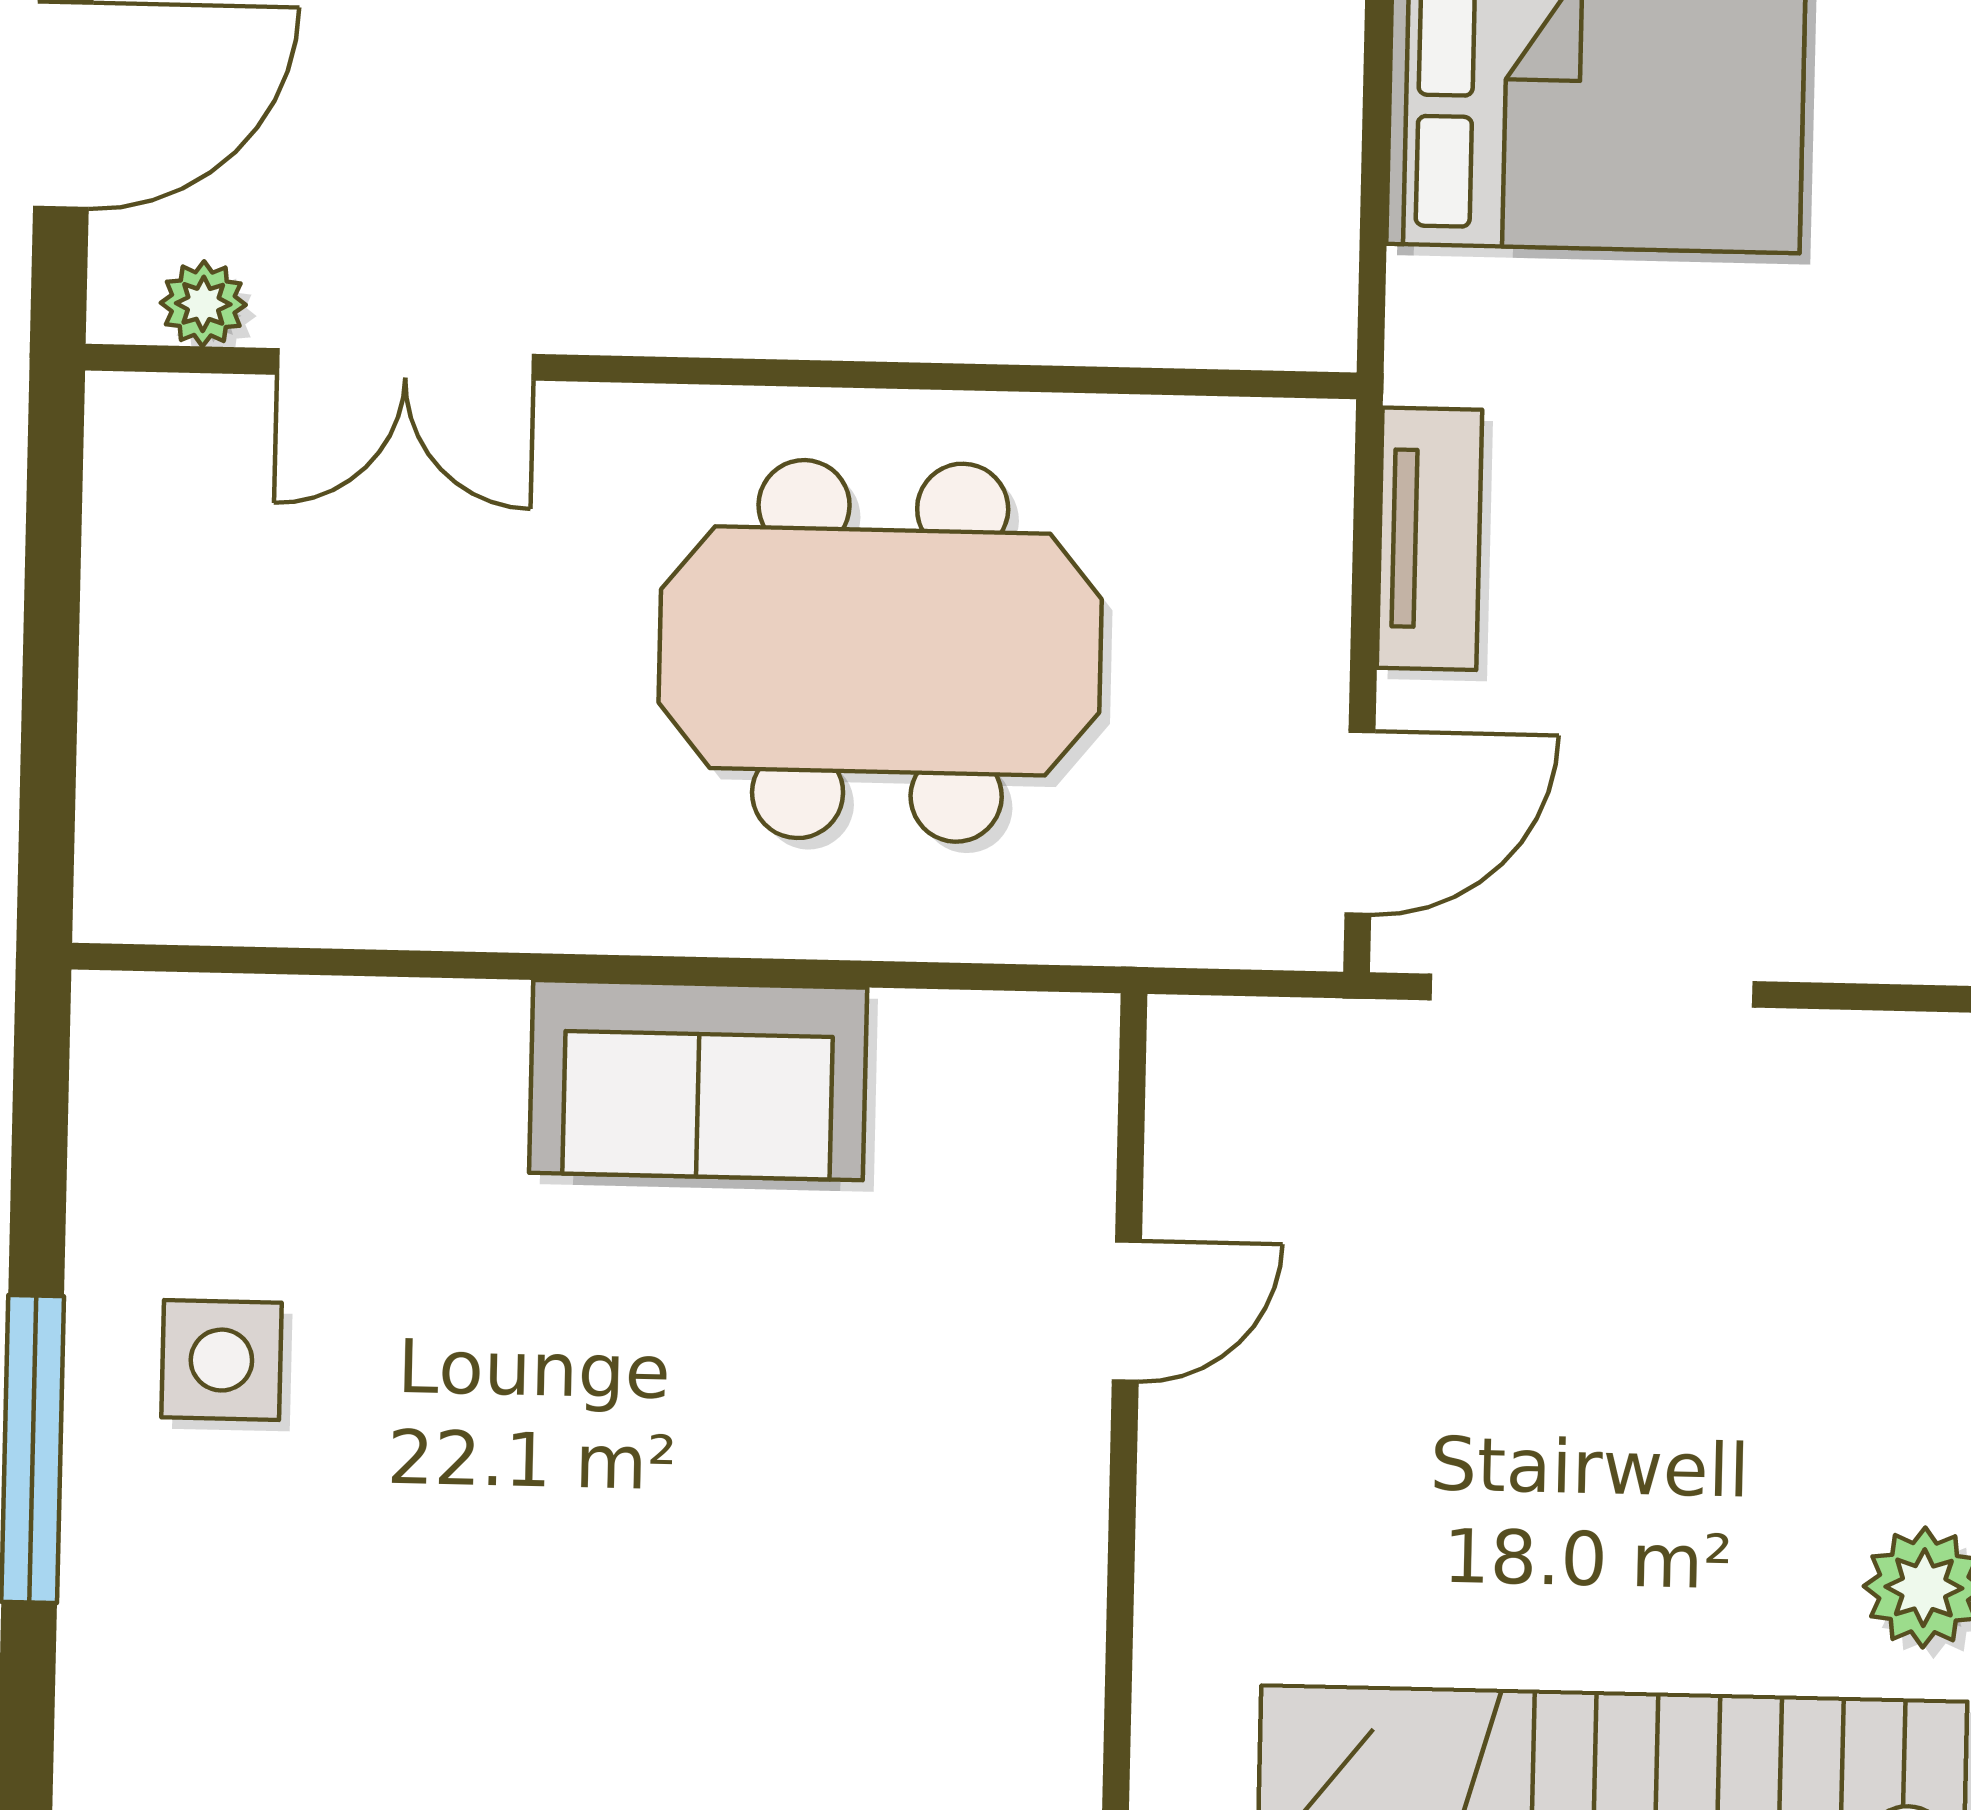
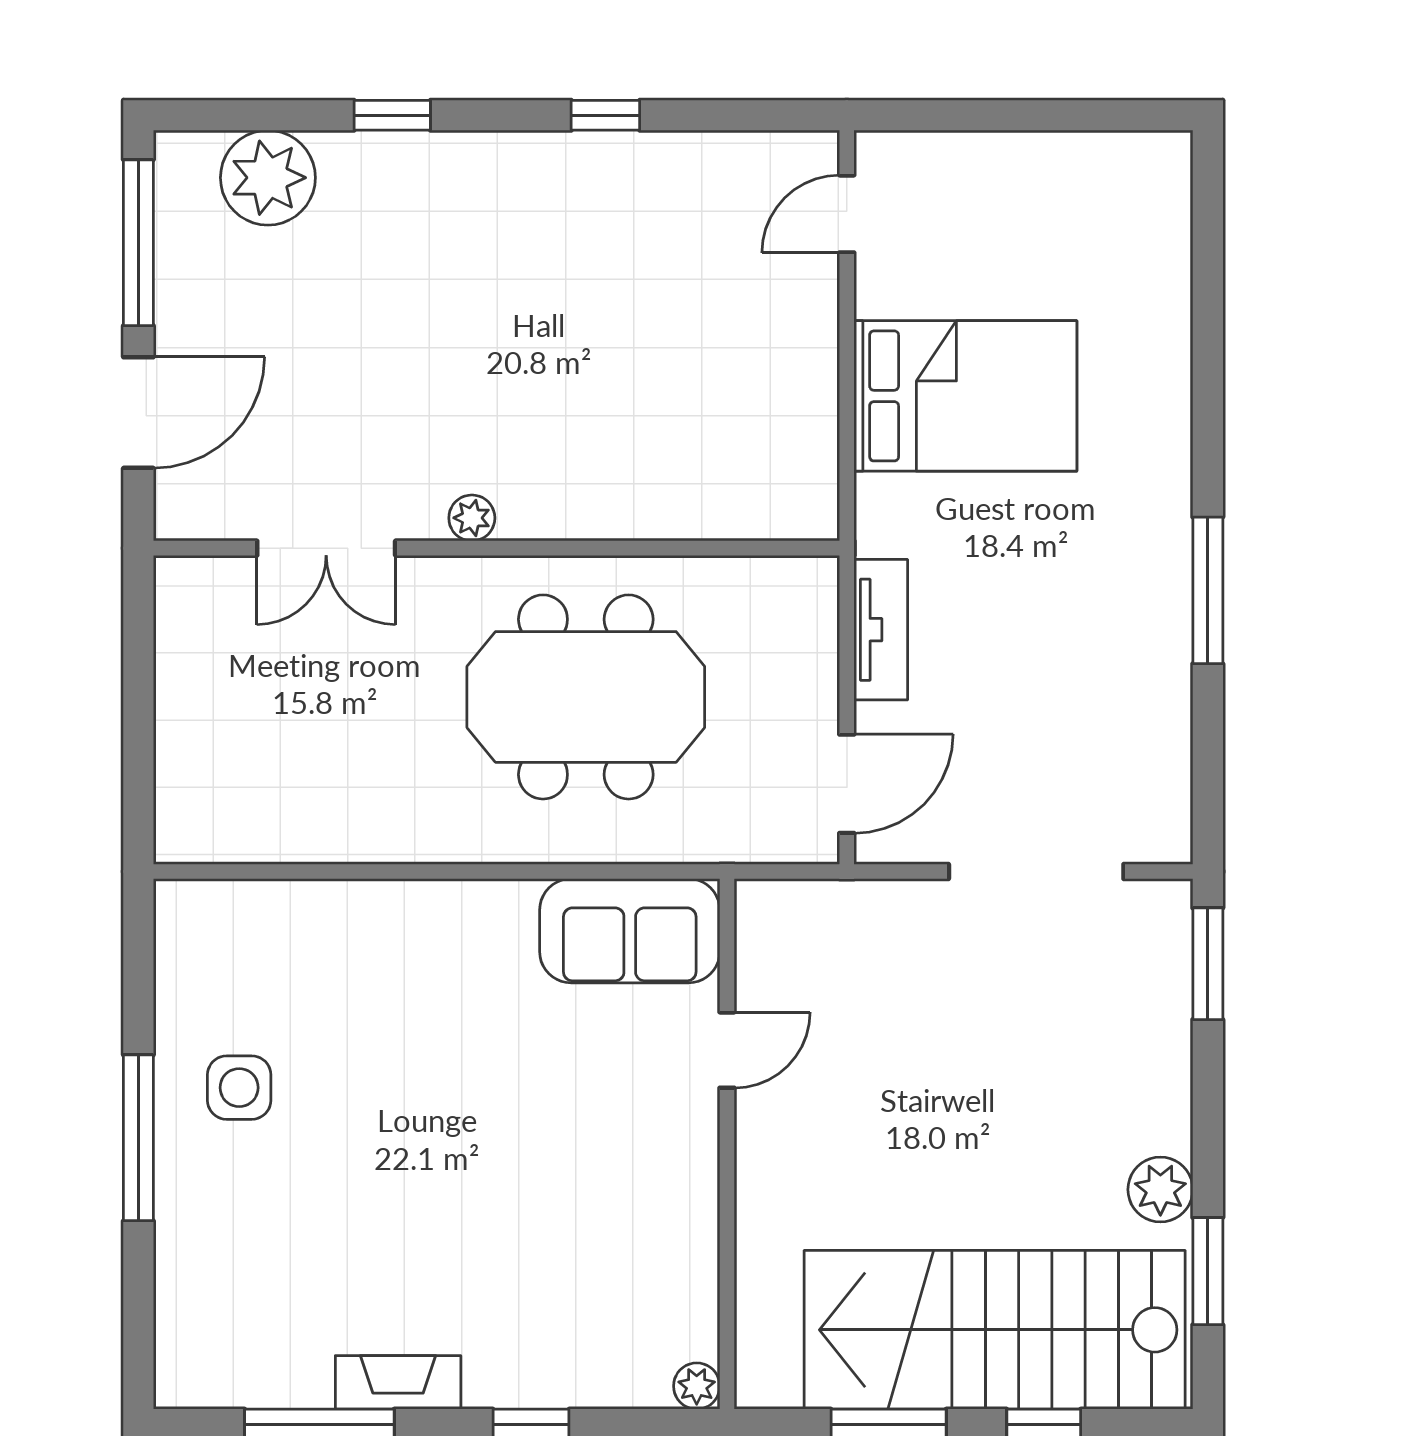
plant: (203, 304) -> (472, 518), moved
doorway: (1592, 991) -> (1036, 872), moved
sofa: (698, 1080) -> (630, 931), moved

